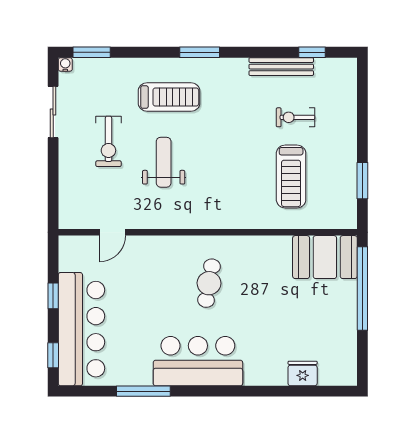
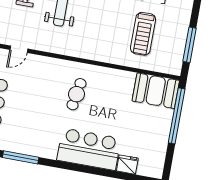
window: (362, 181) -> (189, 45), width x1.44
bar counter: (198, 361) -> (89, 149), moved

